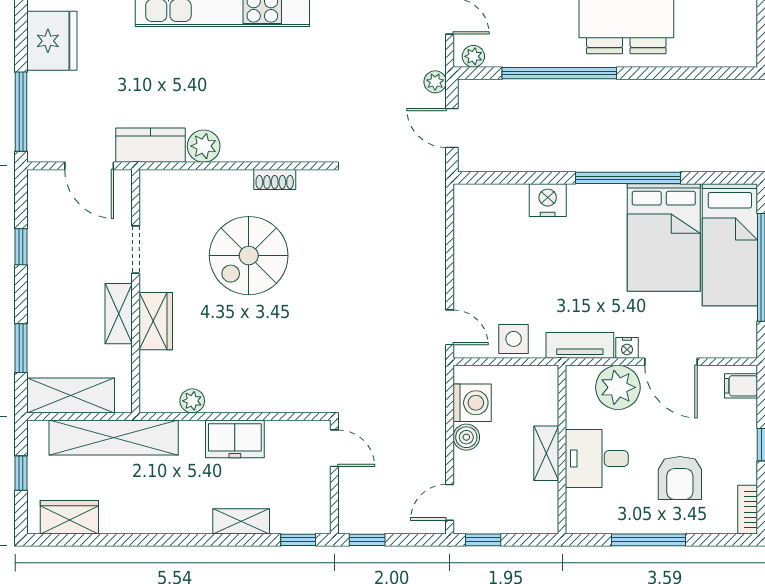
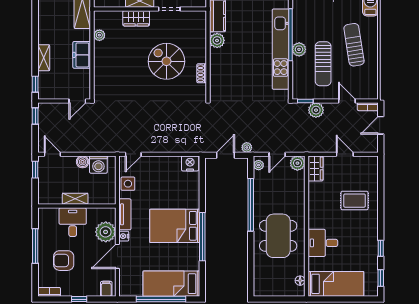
nightstand: (548, 200) -> (190, 163), moved, turned -90
bed: (664, 237) -> (175, 226), moved

